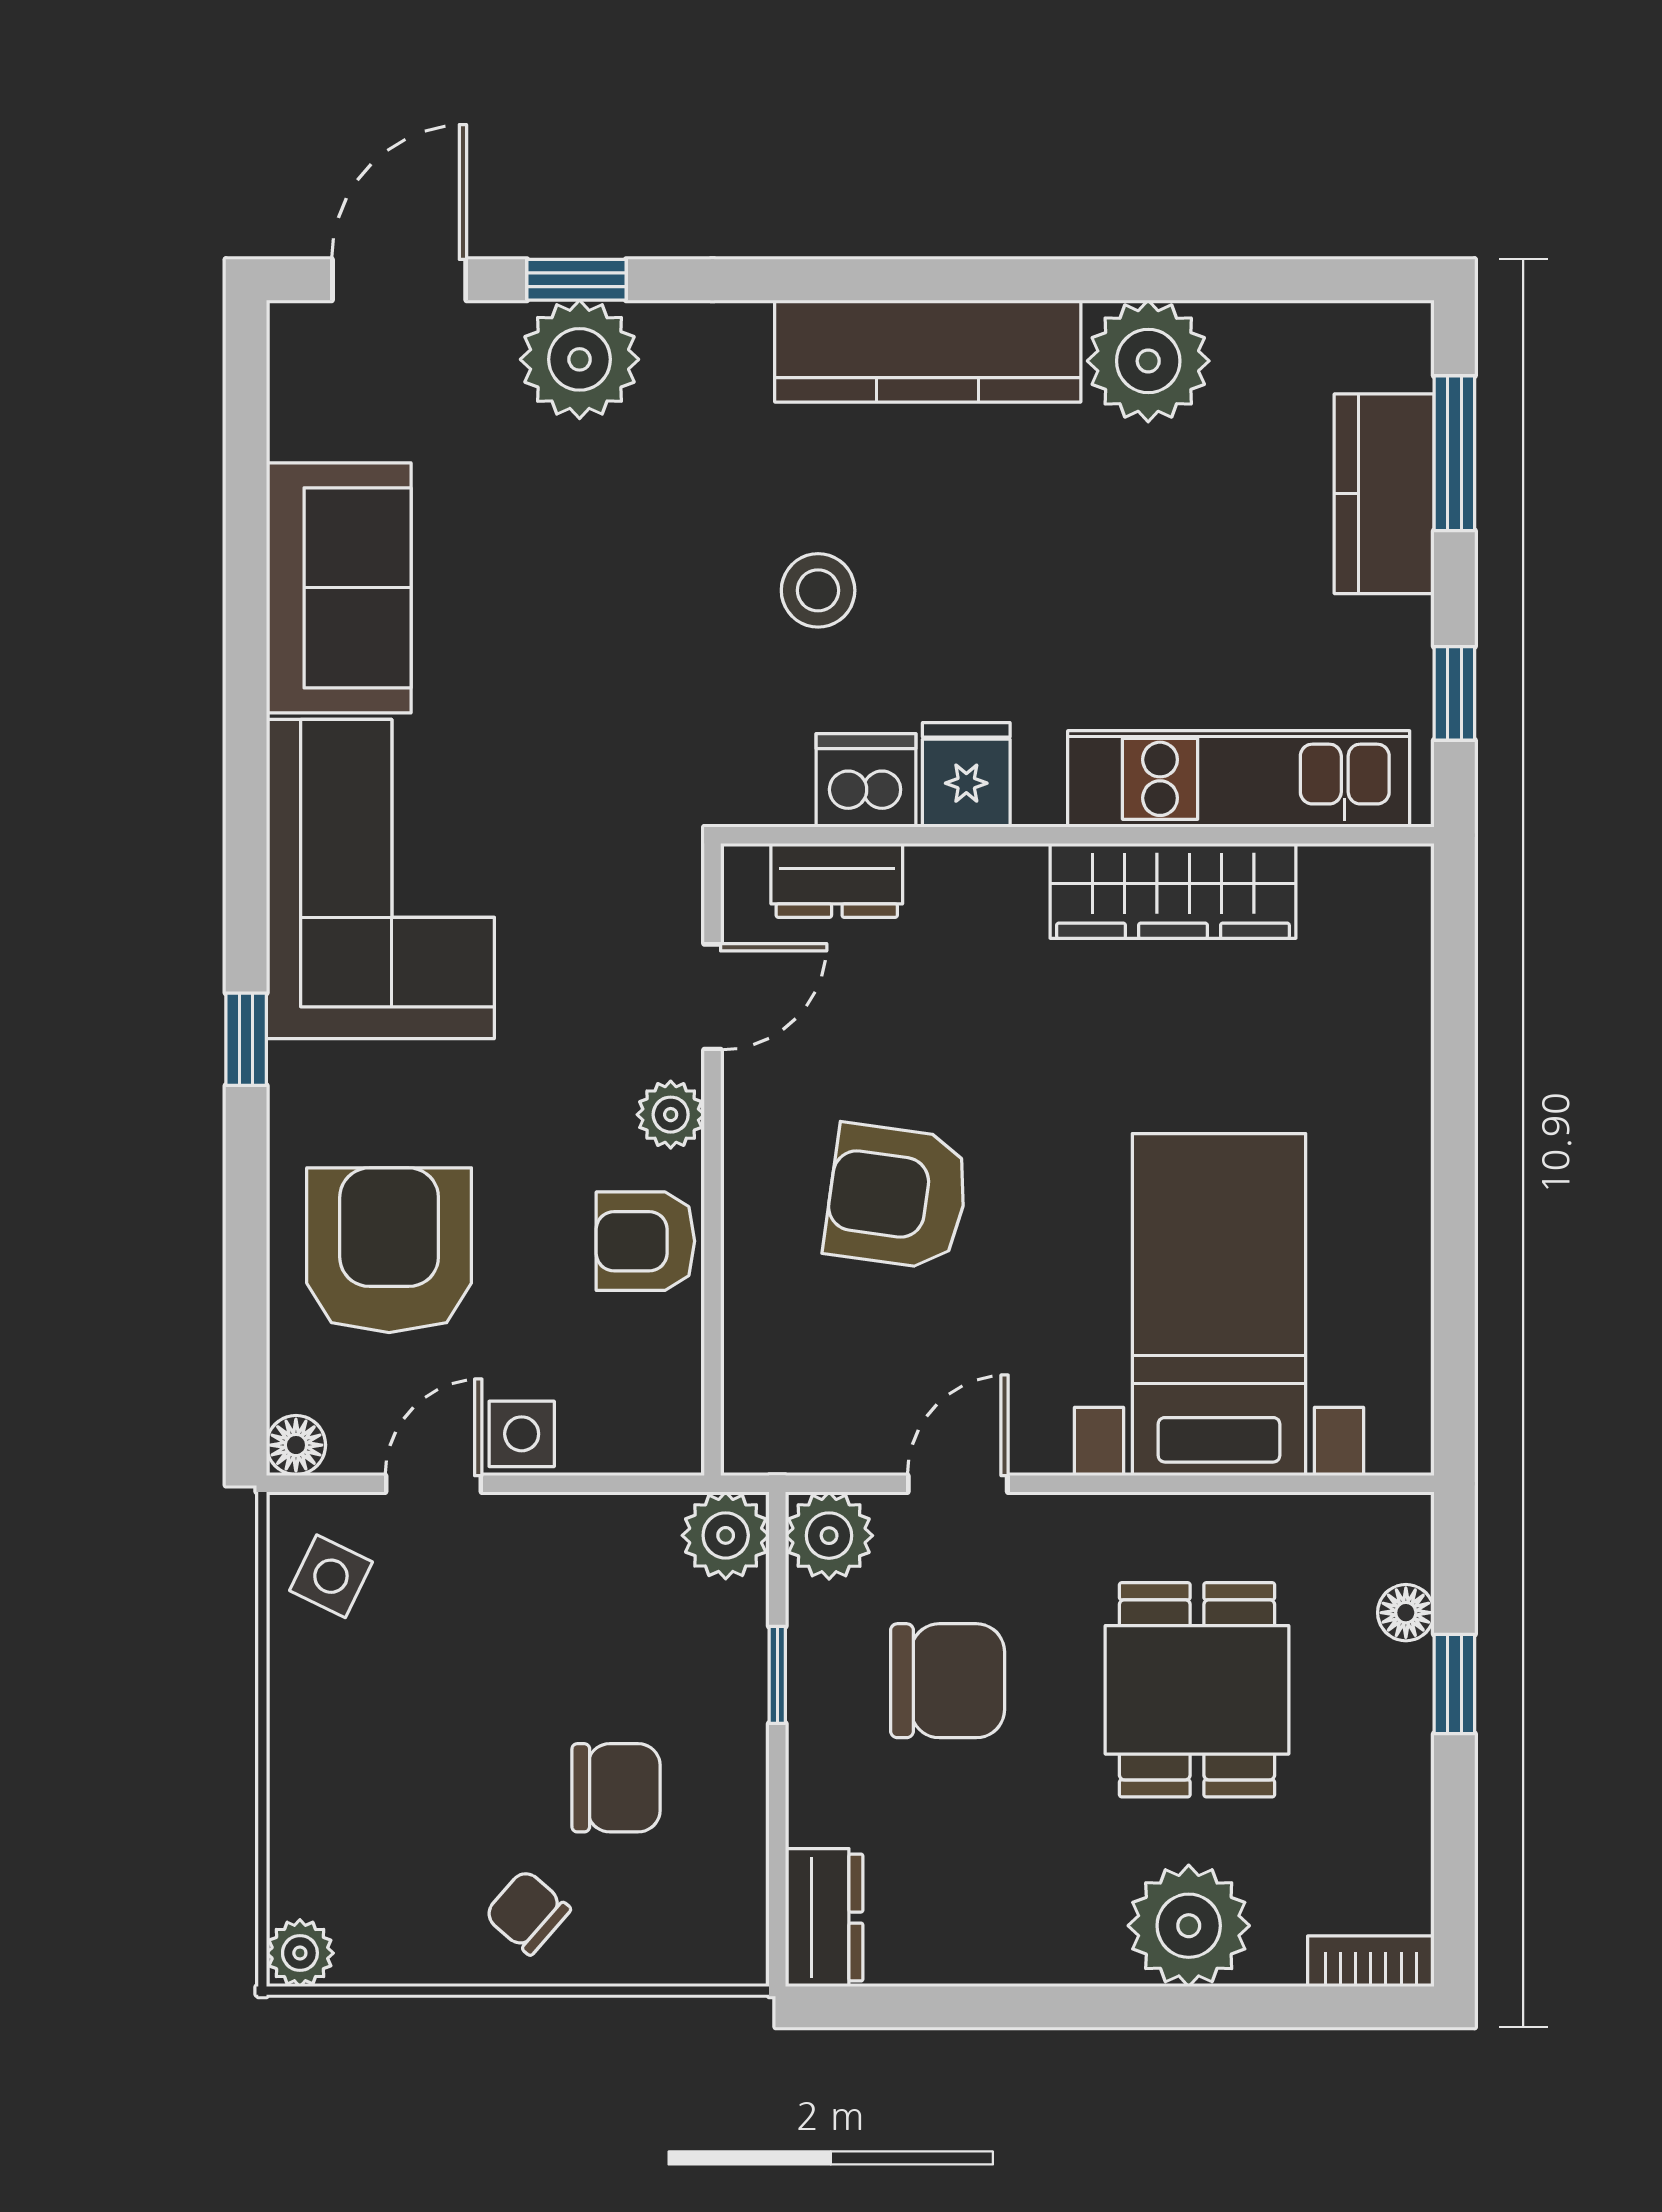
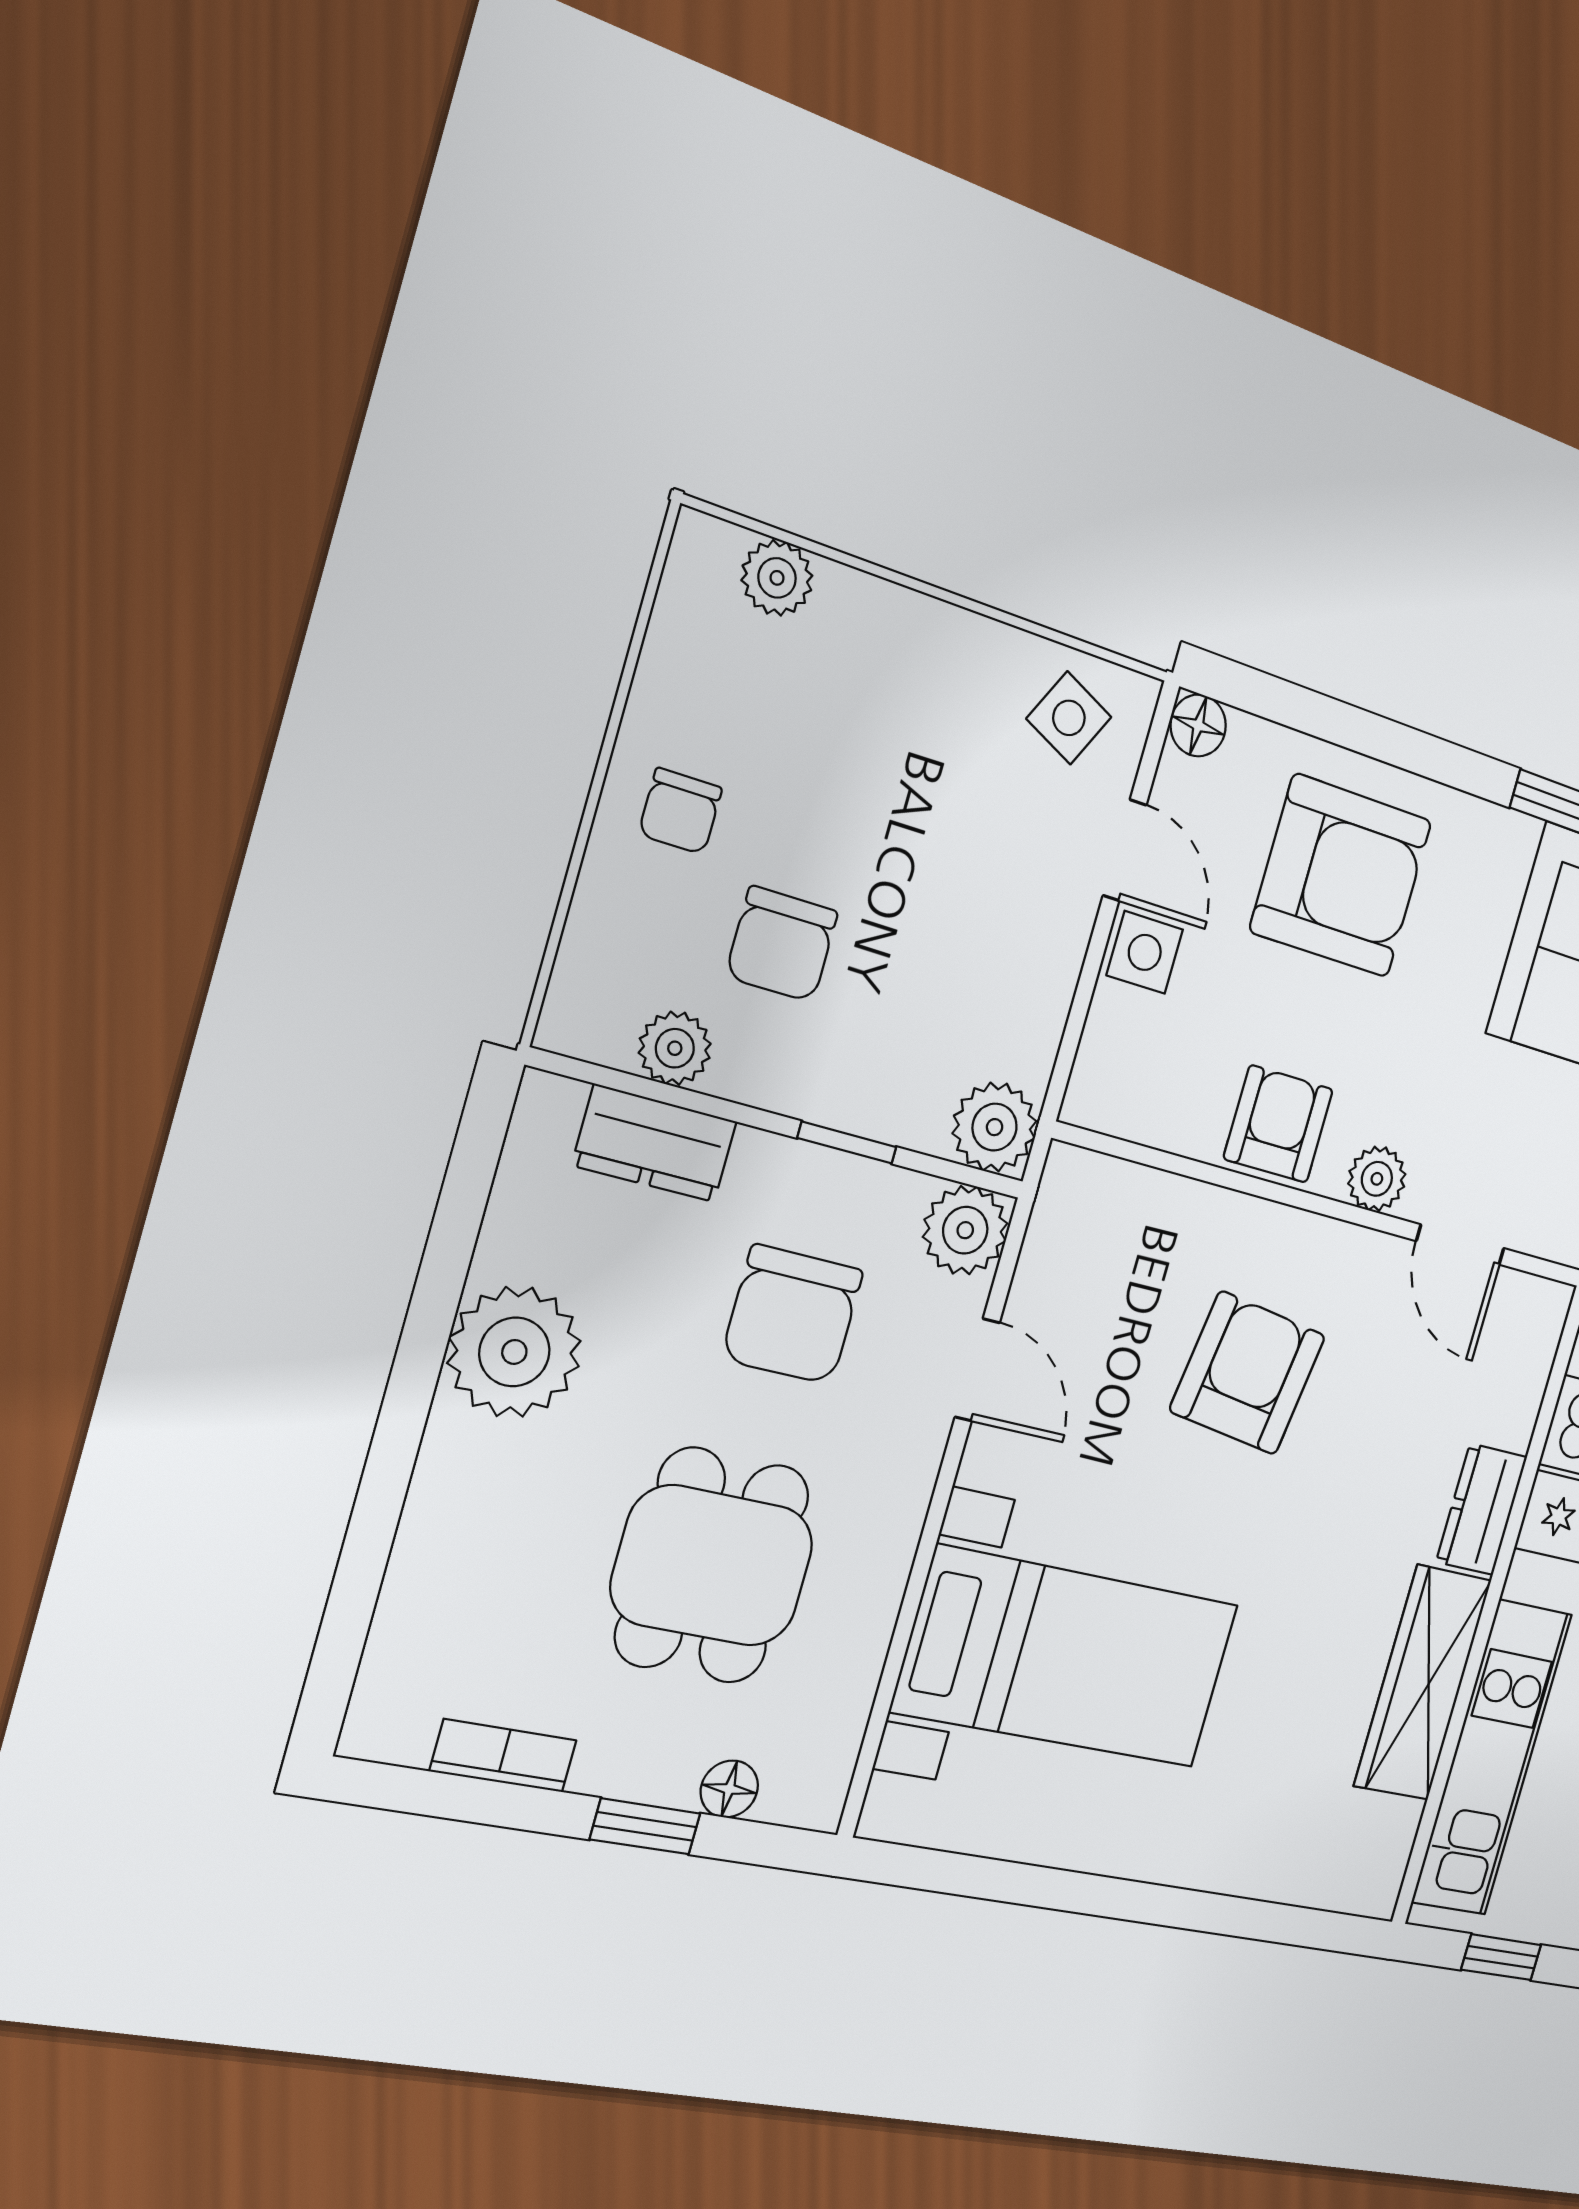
dresser: (837, 880) -> (1482, 1509), moved
dining table: (1197, 1690) -> (712, 1566), turned 90
plant: (735, 1858) -> (675, 1048), added
chair: (527, 1912) -> (680, 811), turned 139
dresser: (824, 1918) -> (655, 1143), moved
plant: (1189, 1926) -> (514, 1352), moved
plant: (300, 1953) -> (777, 578), moved
bookcase: (1371, 1961) -> (503, 1756), moved, turned -90

